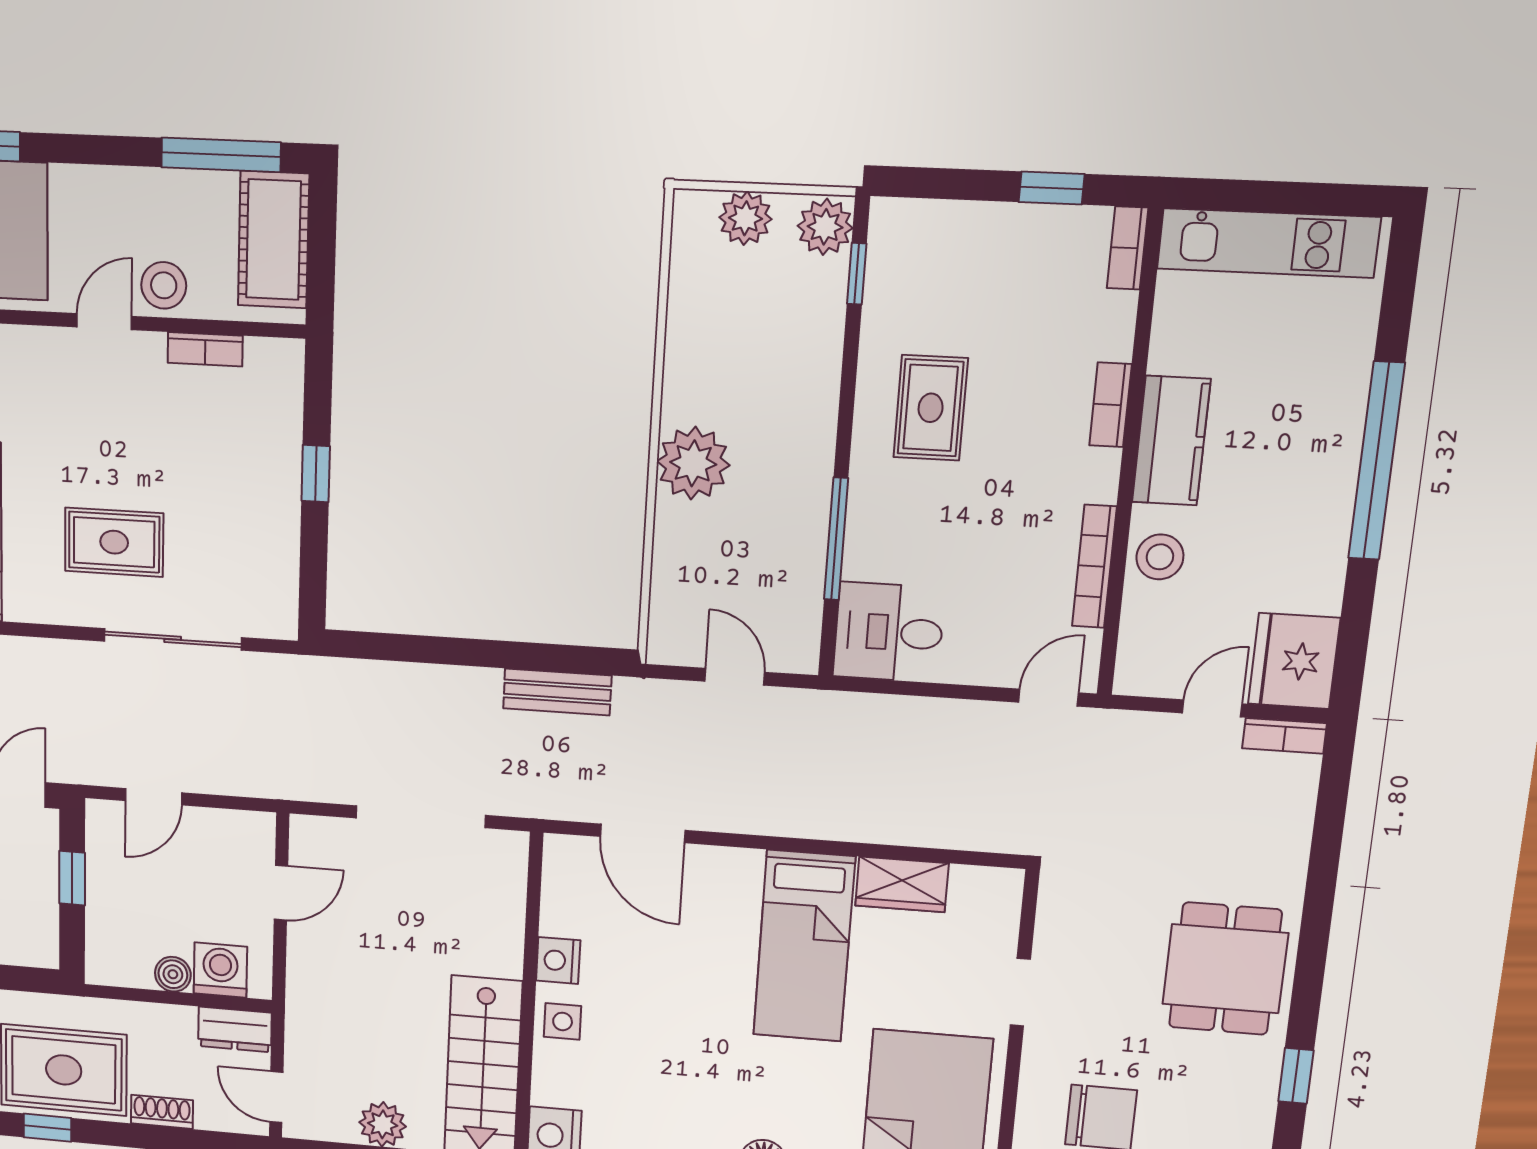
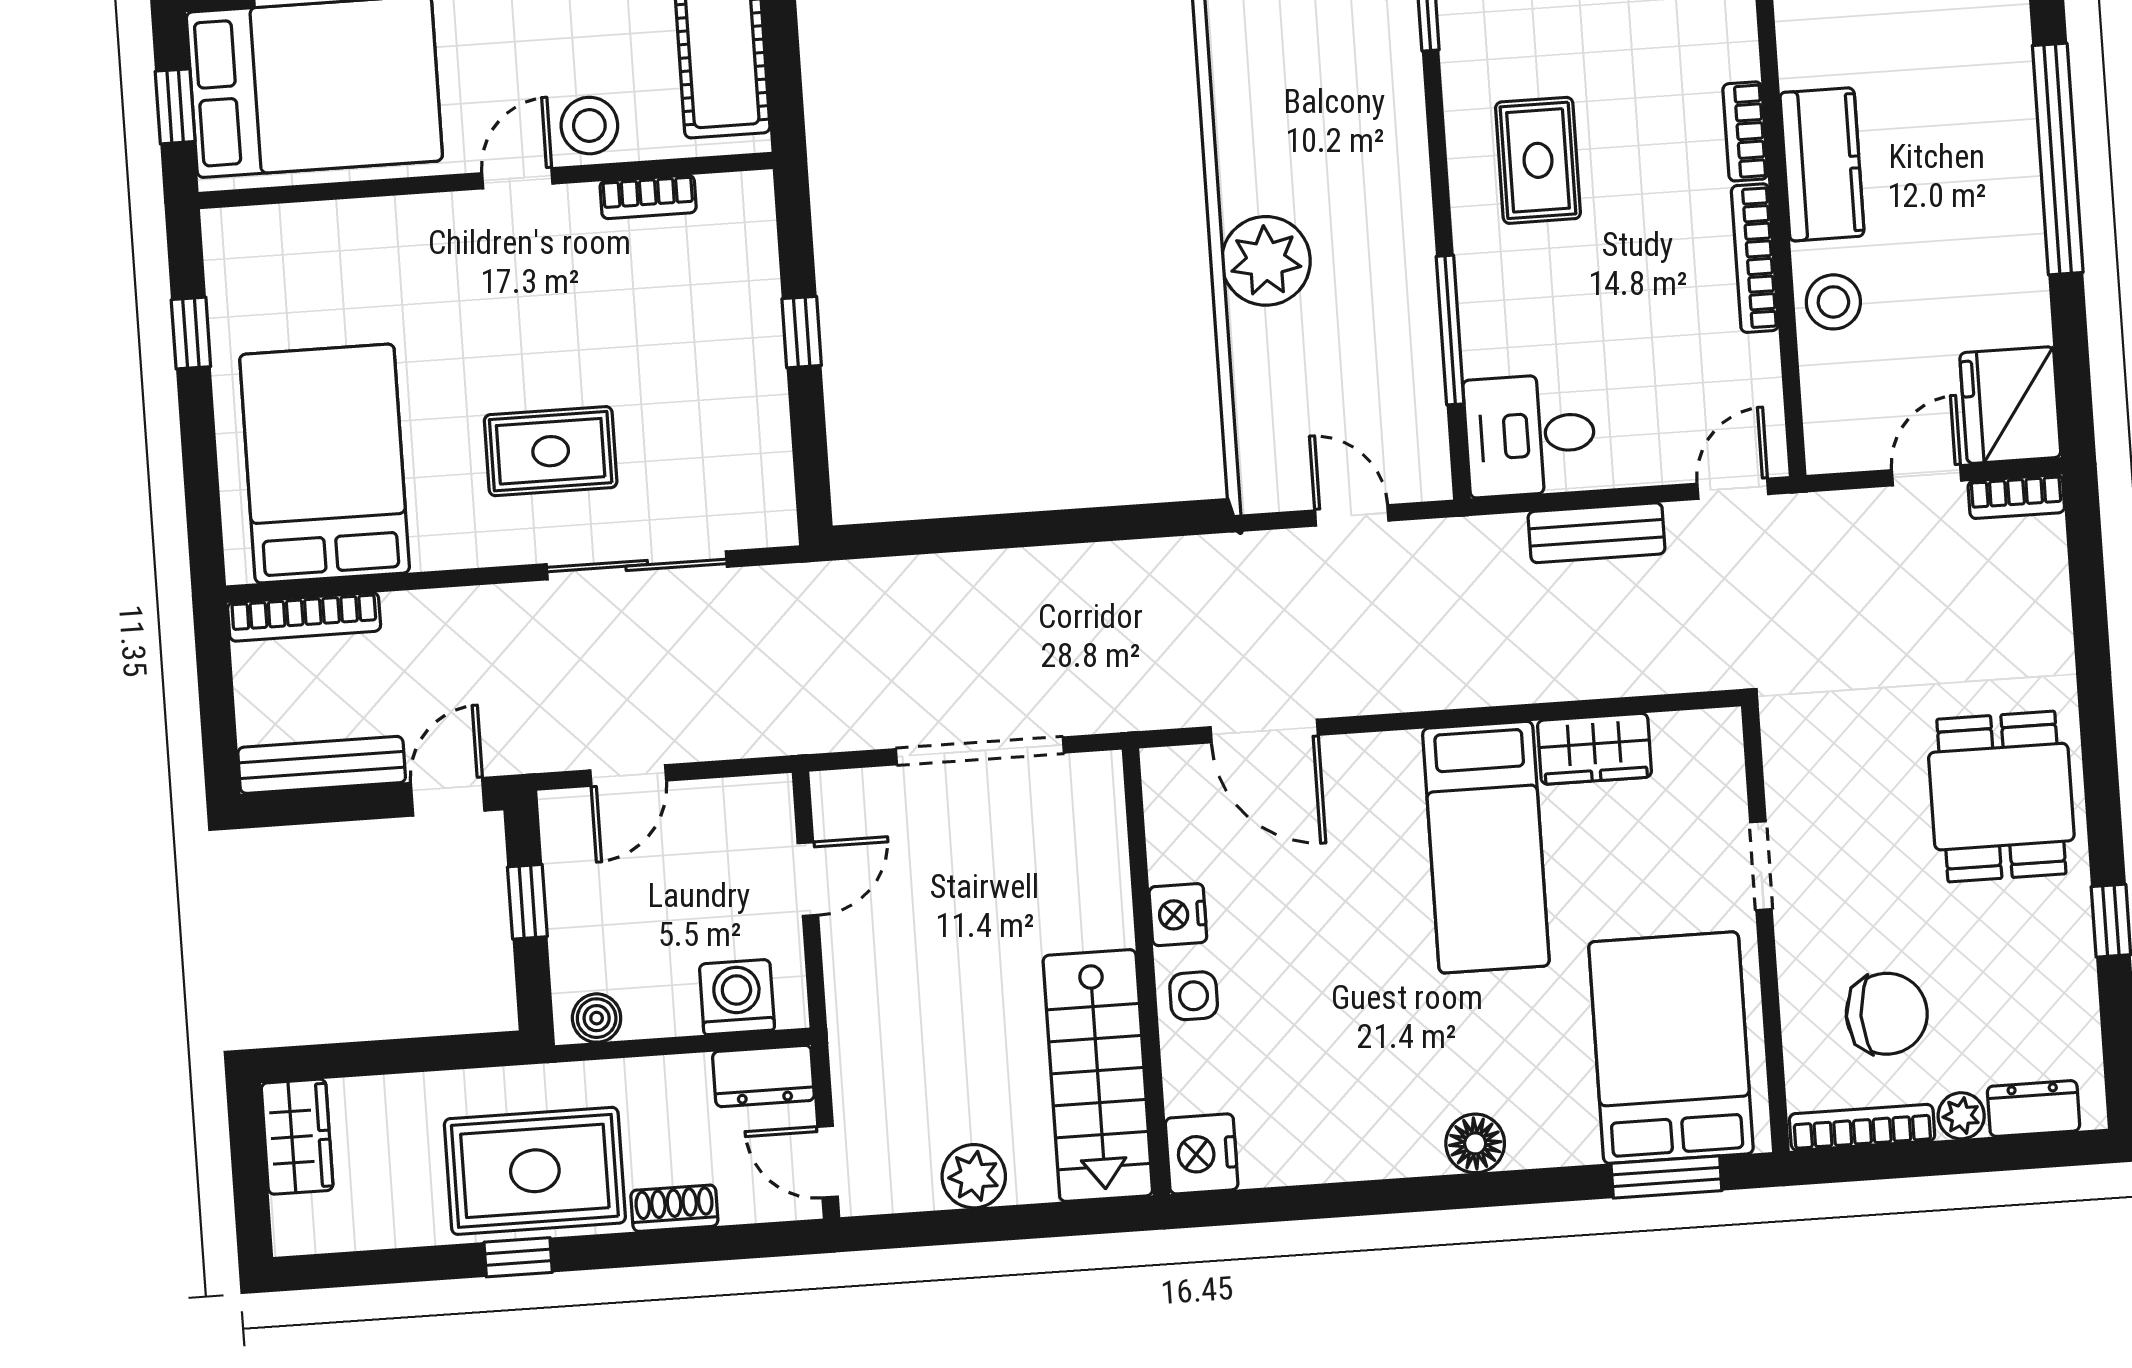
bookcase: (1094, 566) -> (1755, 258), moved
bench: (557, 692) -> (1597, 533), moved
boiler: (173, 974) -> (597, 1018), moved

